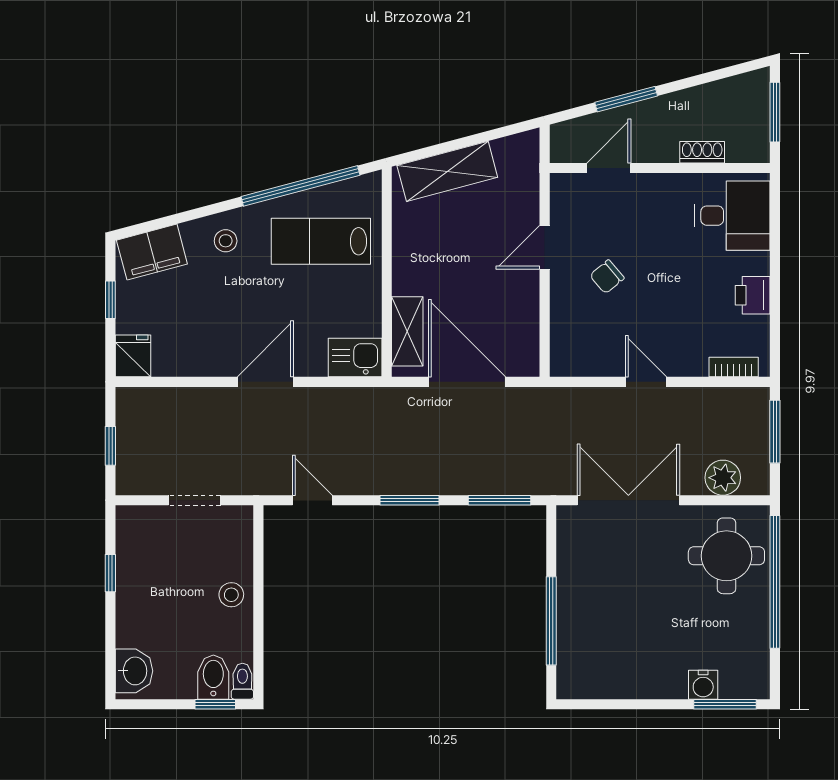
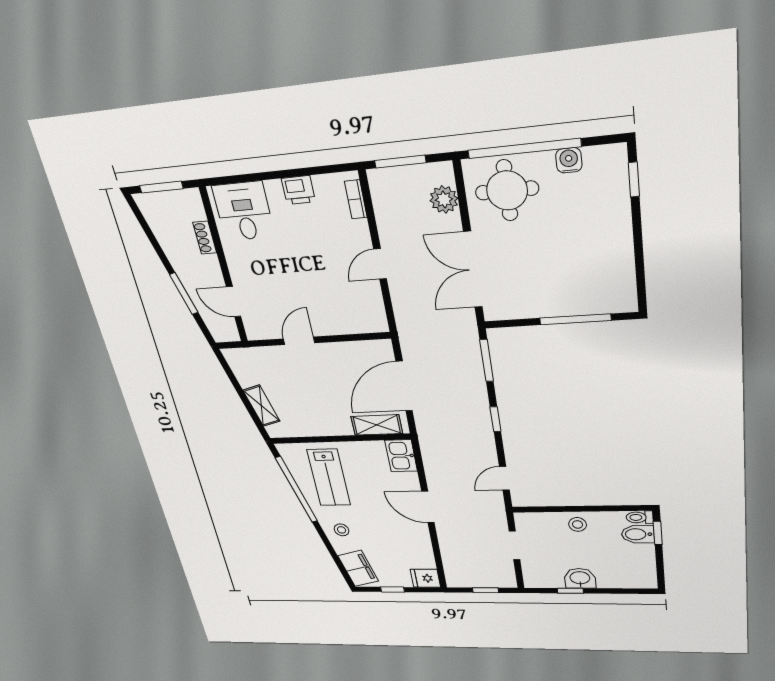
shelving: (447, 171) -> (261, 406), width x0.67, depth x0.75
door: (545, 247) -> (299, 341), swing flipped
chair: (607, 277) -> (309, 297), removed
window: (409, 500) -> (495, 419), width x0.67
washbasin: (134, 671) -> (580, 578), moved
water cooler: (703, 685) -> (569, 160), moved, turned -90
window: (725, 704) -> (634, 179), width x0.67

